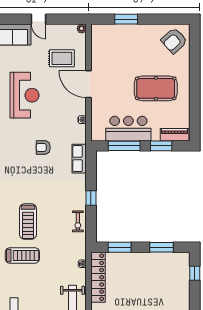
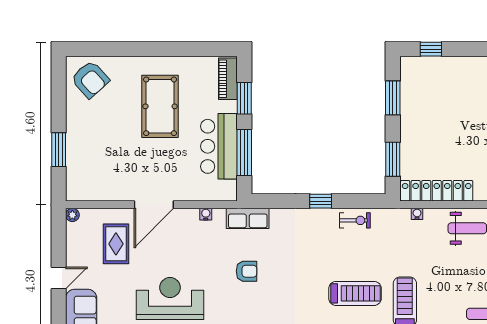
armchair: (43, 147) -> (247, 271), turned -90
row of seats: (79, 159) -> (248, 218), moved

